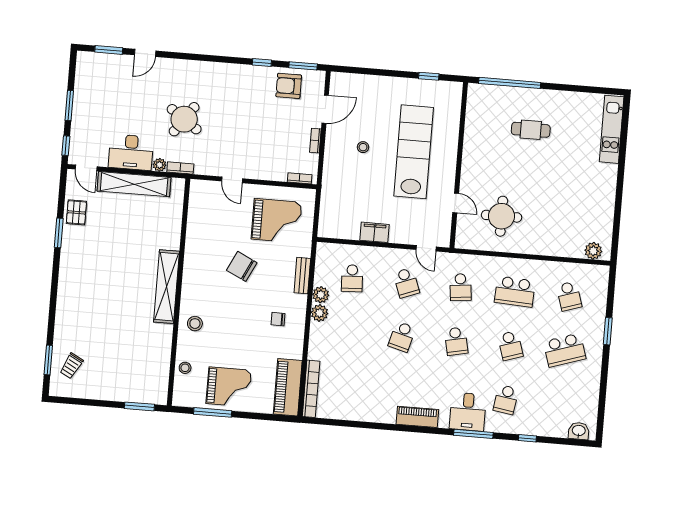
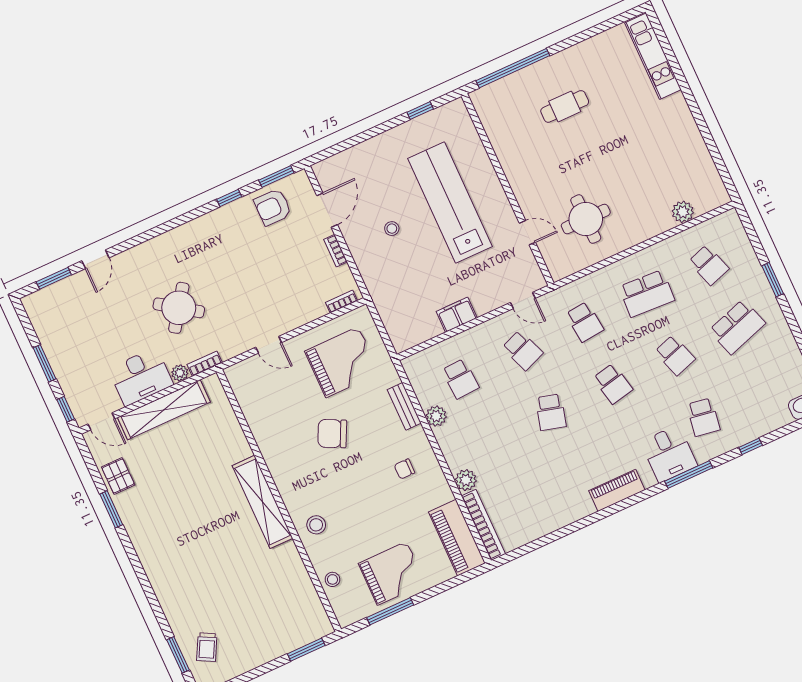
plant: (593, 251) -> (683, 212), moved
plant: (320, 313) -> (466, 480), moved

